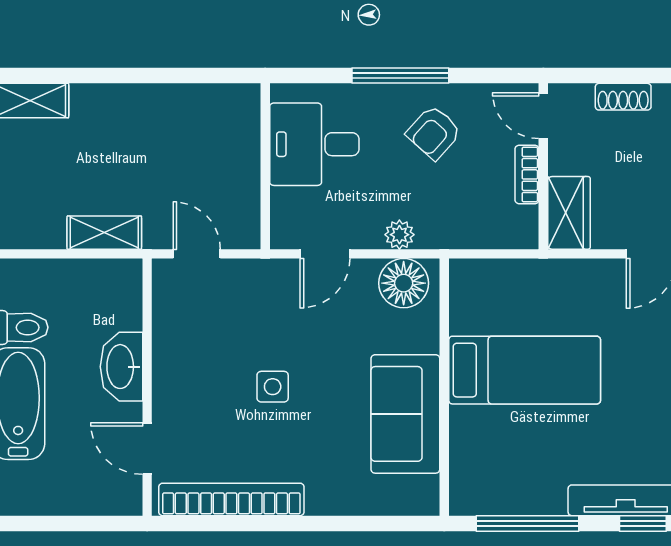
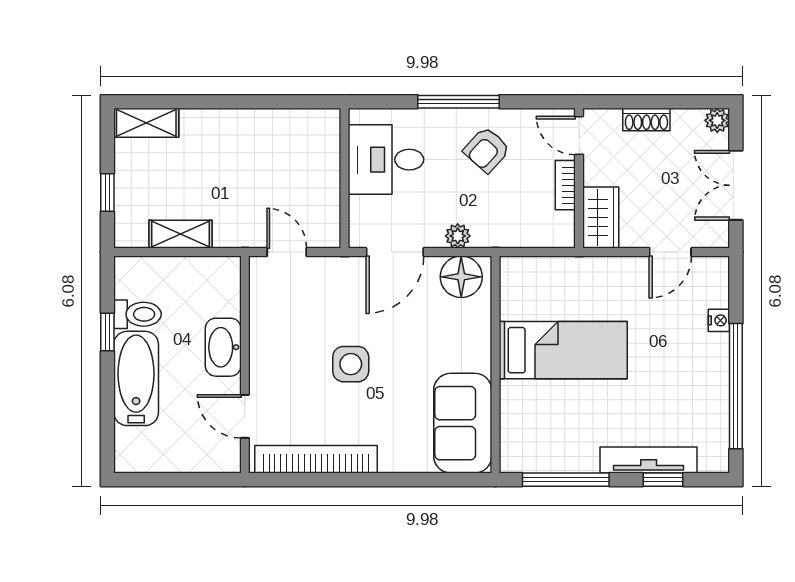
shelving: (104, 233) -> (180, 234), moved
door: (325, 254) -> (395, 252), width x1.37
side table: (273, 387) -> (351, 364), width x1.37, depth x1.37
sofa: (405, 414) -> (463, 423), moved

